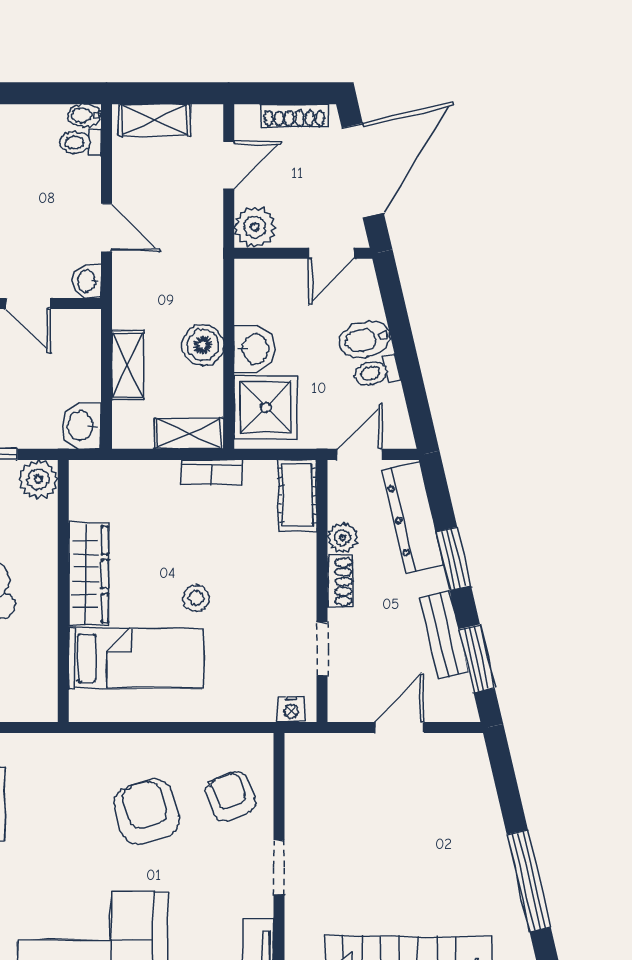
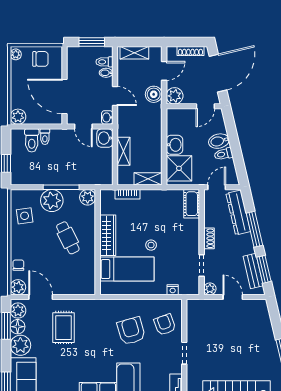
window: (49, 93) -> (92, 42), added
bidet: (84, 115) -> (106, 73), moved
boiler: (203, 345) -> (154, 94), moved
washbasin: (81, 426) -> (105, 138), moved
bookcase: (212, 472) -> (127, 194), moved
plant: (342, 538) -> (210, 289), moved
window: (453, 559) -> (254, 229), width x1.44
bench: (444, 635) -> (253, 271), moved
nightstand: (291, 709) -> (173, 290), moved
door: (399, 727) -> (233, 297), hinge flipped

